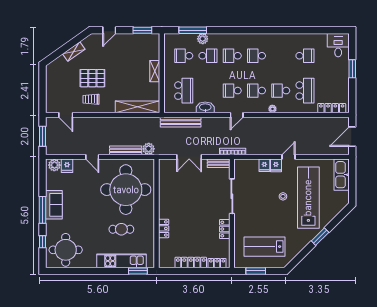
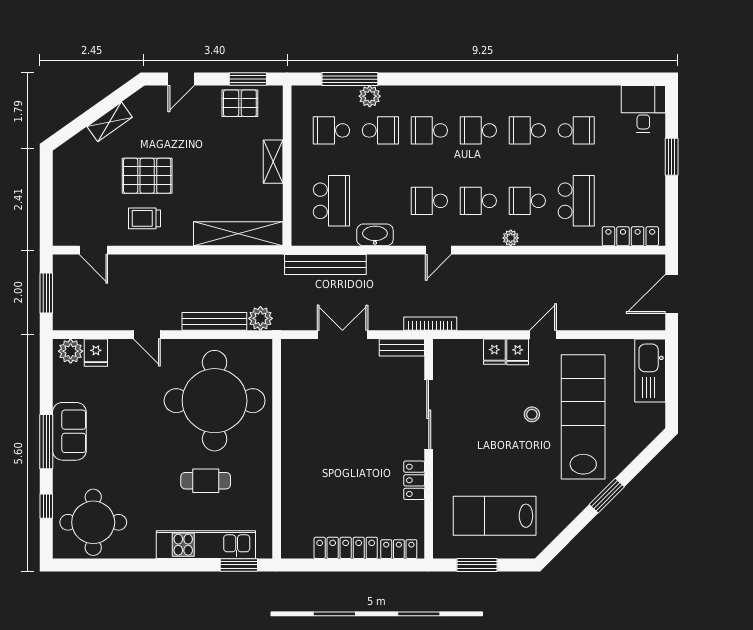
pallet: (138, 42) -> (240, 103), added
school desk: (281, 56) -> (527, 130), added
double door: (189, 157) -> (342, 335), swing flipped
locker: (164, 228) -> (291, 479), removed

